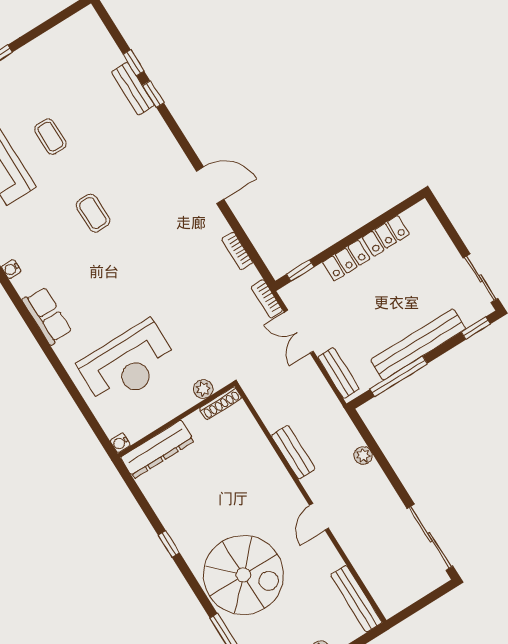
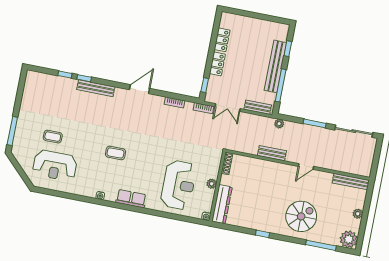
bench: (133, 89) -> (96, 88), moved, width x1.36
coffee table: (50, 137) -> (53, 137), moved
coffee table: (93, 213) -> (116, 153), moved
sliding door: (481, 278) -> (272, 19), removed
window: (476, 328) -> (288, 49), moved
plant: (203, 389) -> (212, 184), moved
plant: (363, 455) -> (279, 124), moved
window: (390, 473) -> (315, 123), added
door: (319, 517) -> (306, 166), hinge flipped
spiral stairs: (243, 575) -> (301, 216), width x0.73, depth x0.73

